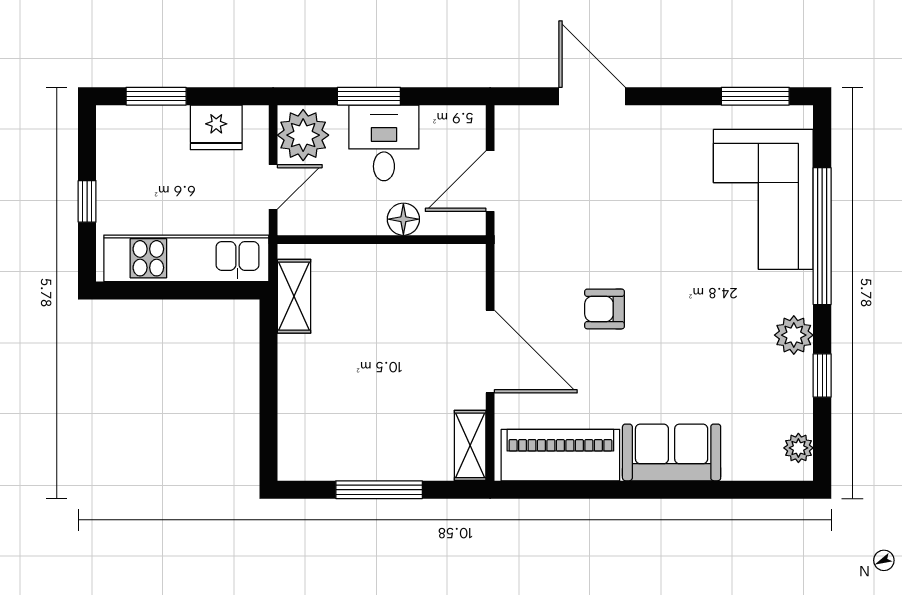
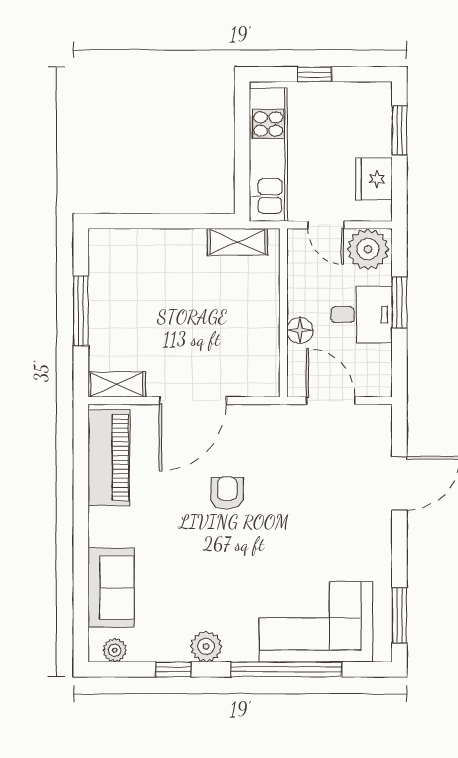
sofa: (672, 452) -> (111, 588), moved

